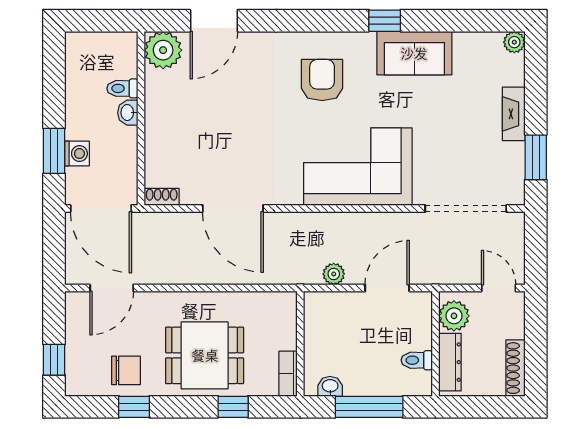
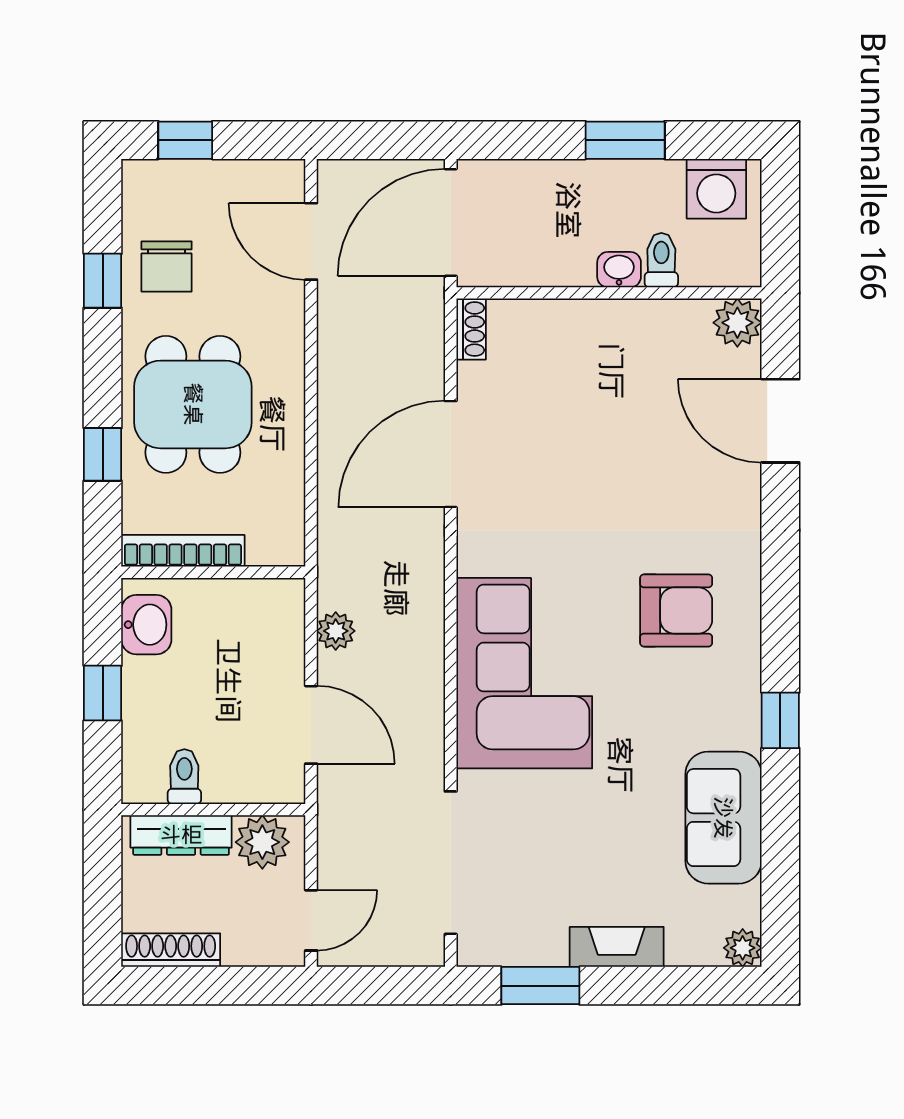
plant: (163, 50) -> (737, 323), width x0.73, depth x0.73
sofa: (414, 53) -> (723, 818), moved
window: (54, 151) -> (625, 140), moved
washing machine: (77, 154) -> (716, 189), moved, width x1.38, depth x1.38
bookcase: (288, 374) -> (183, 551), width x1.56
washbasin: (330, 386) -> (146, 625), width x1.38, depth x1.45
window: (369, 407) -> (103, 693), width x0.46

